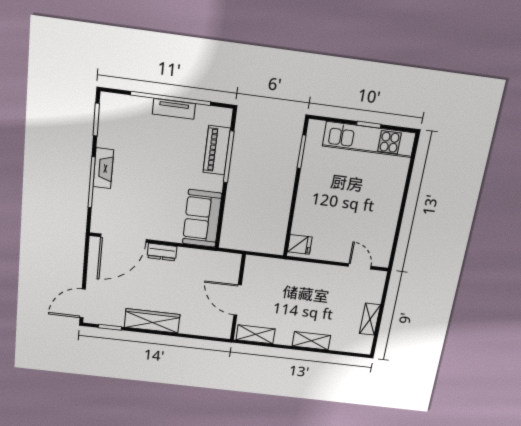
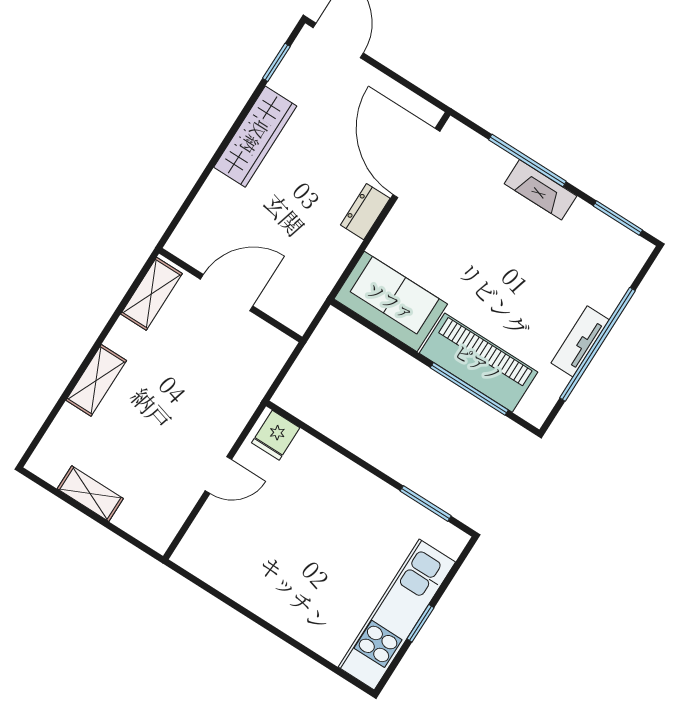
piano: (217, 150) -> (479, 363), width x1.37, depth x1.33
door: (360, 266) -> (218, 475), moved

